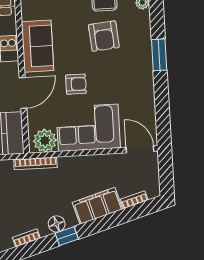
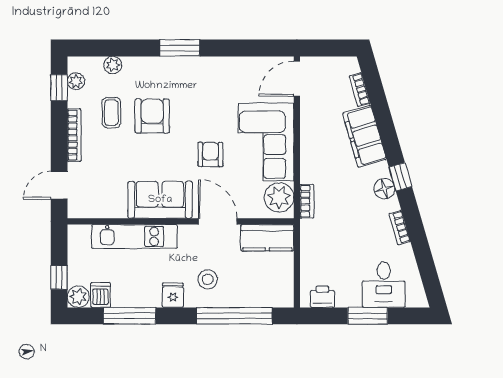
armchair: (104, 36) -> (152, 116), turned -85
bookcase: (35, 163) -> (307, 201), width x0.64

